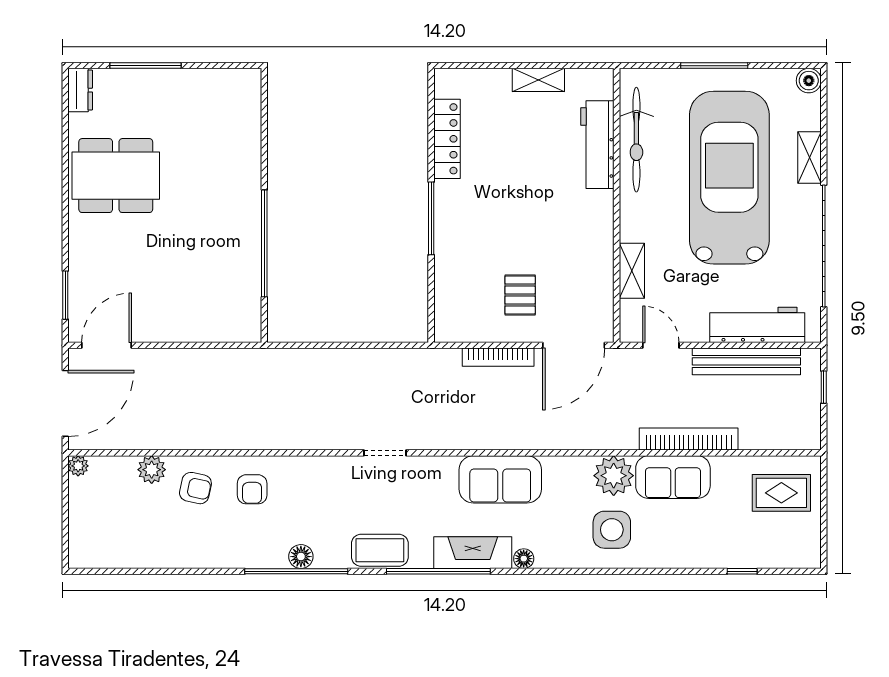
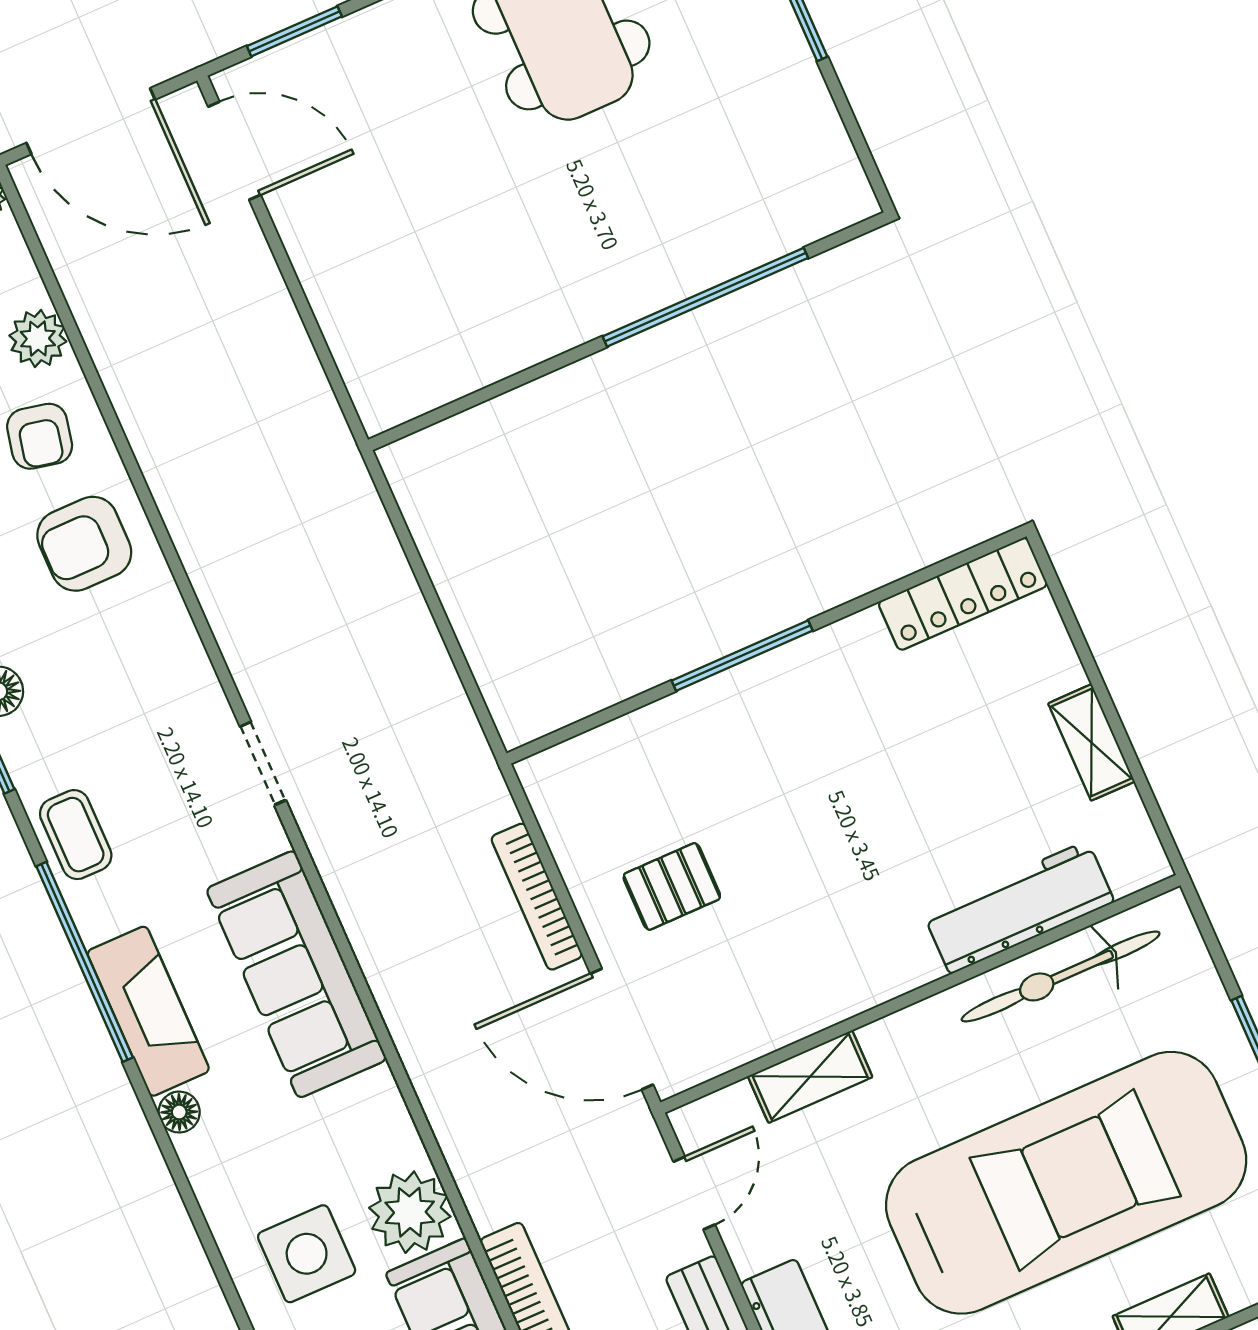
locker: (447, 139) -> (963, 594), moved
window: (264, 243) -> (705, 297), moved
sofa: (500, 479) -> (296, 974), width x1.36
armchair: (252, 489) -> (84, 544), width x1.38, depth x1.38
coffee table: (380, 550) -> (76, 835), width x0.73, depth x0.77

